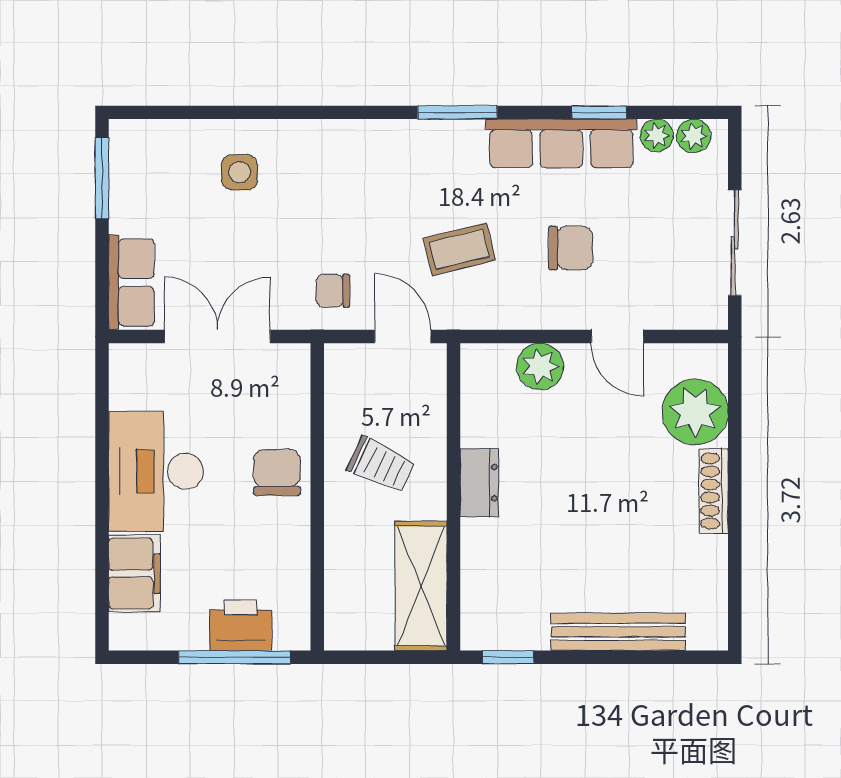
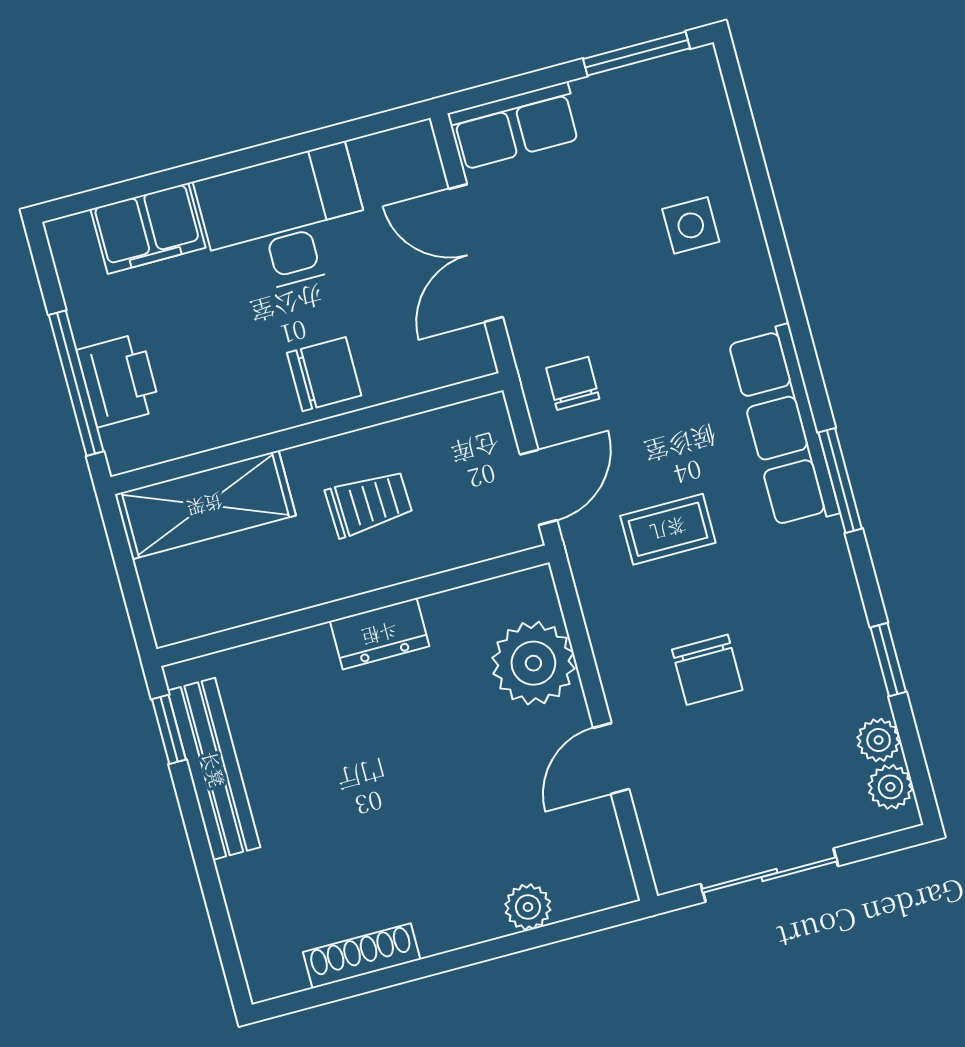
row of seats: (561, 143) -> (784, 426), moved
coffee table: (459, 249) -> (668, 529), turned -76
double door: (218, 336) -> (476, 253), swing flipped
plant: (540, 366) -> (533, 663), width x1.36, depth x1.36
plant: (695, 412) -> (528, 907), width x0.53, depth x0.53
trolley: (381, 465) -> (369, 503), turned -117
shoe rack: (714, 491) -> (362, 956), moved
shelving: (421, 586) -> (205, 505), moved
bench: (618, 632) -> (214, 769), moved

